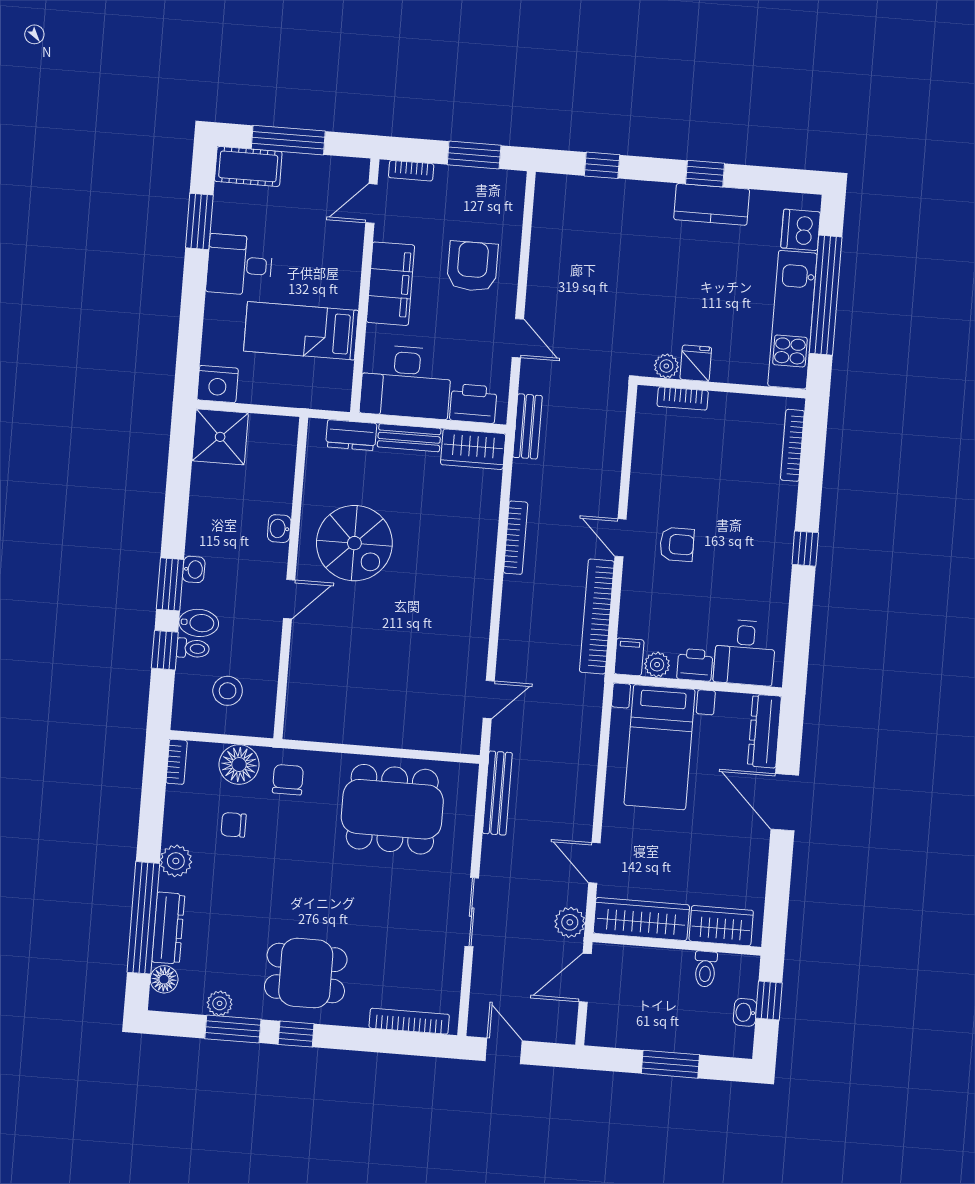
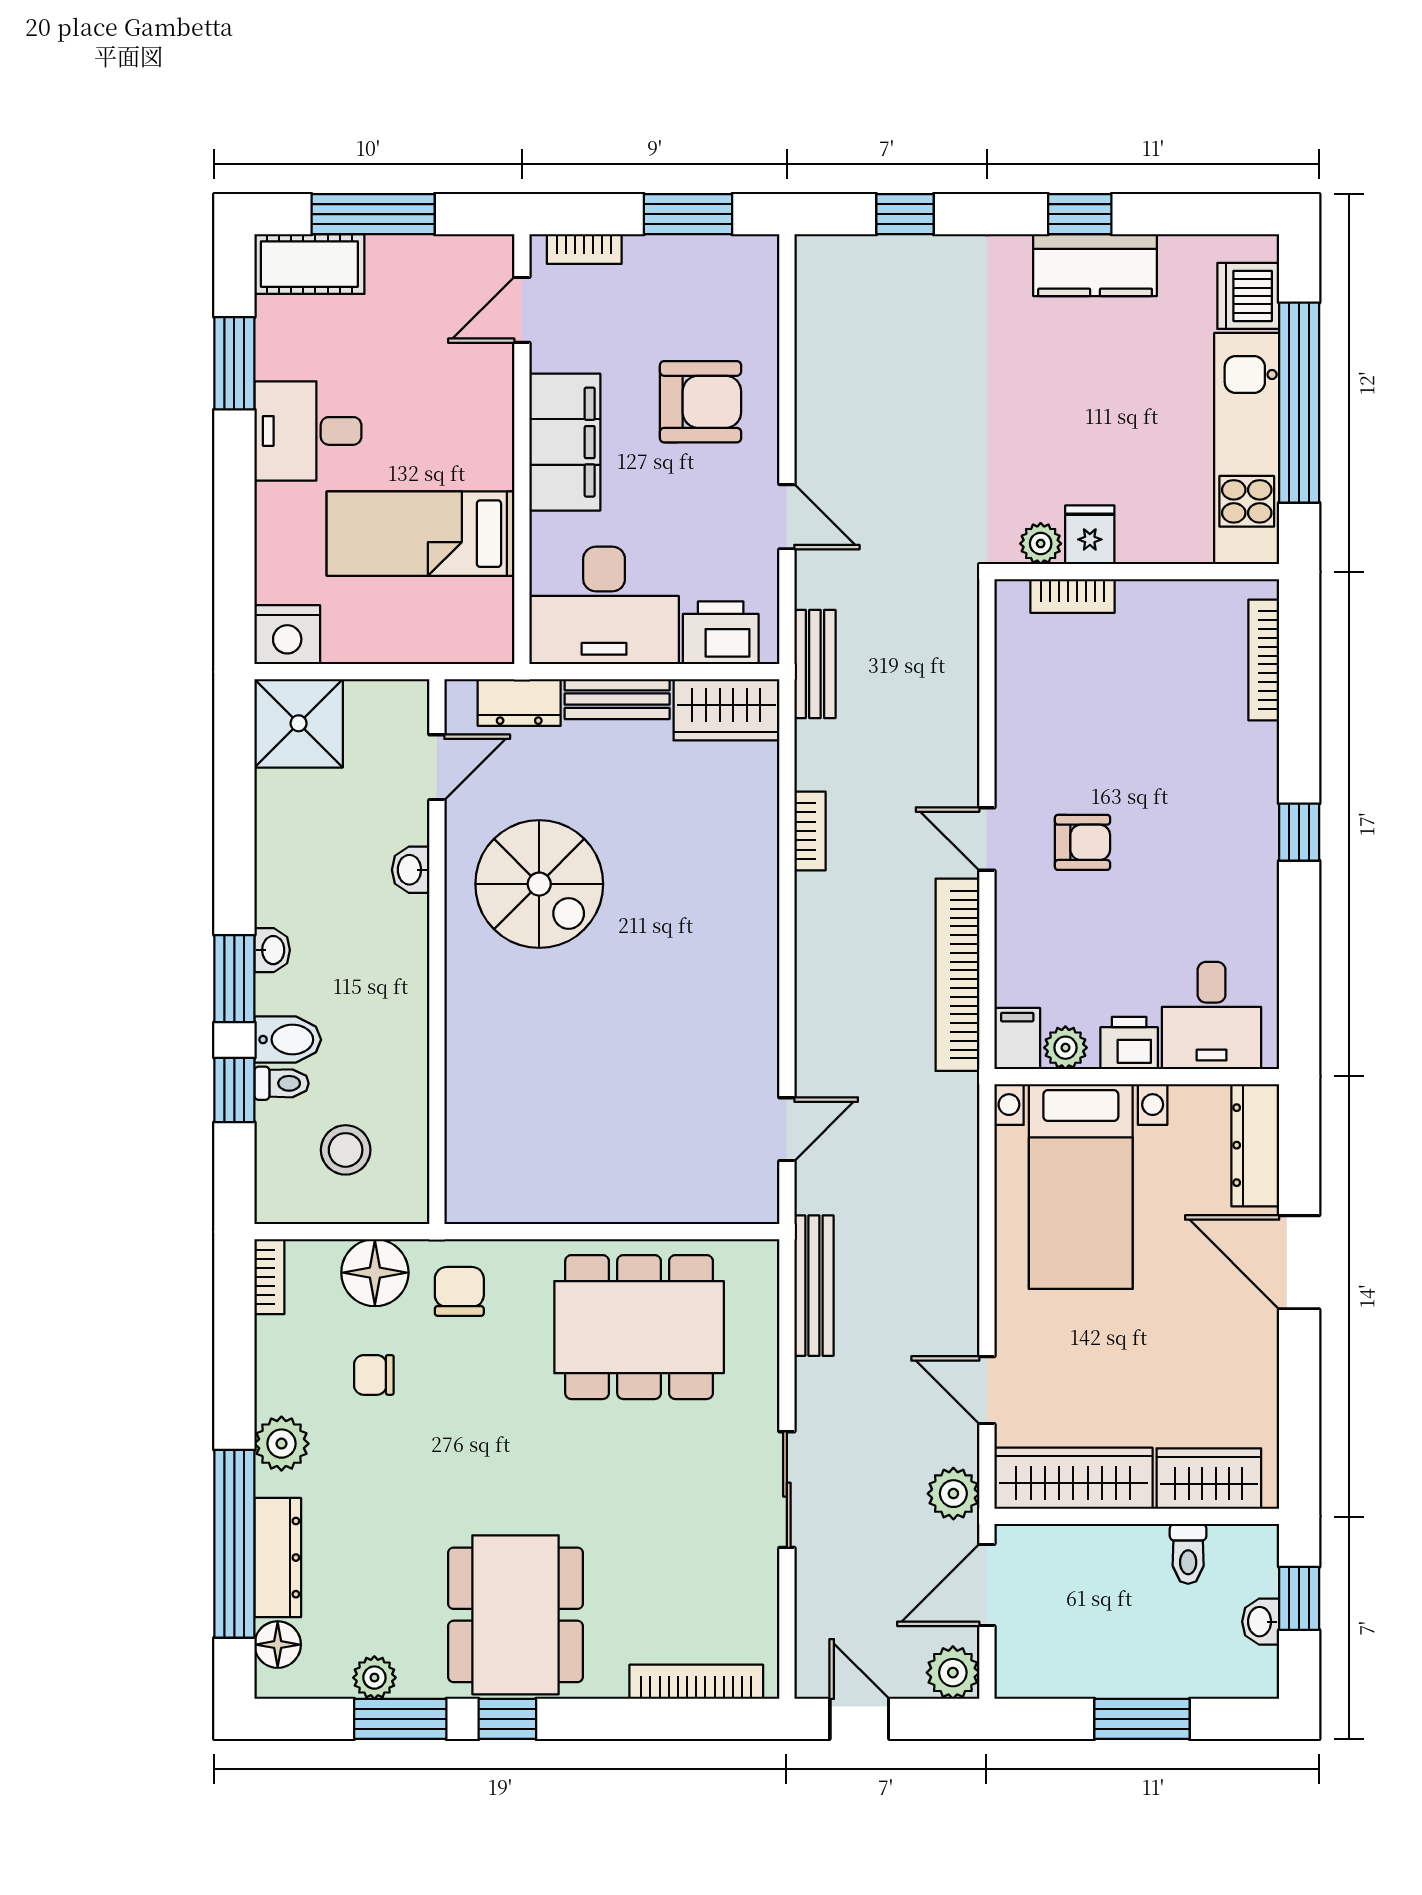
armchair: (472, 266) -> (700, 402), turned 90
bookcase: (516, 538) -> (810, 831), width x0.64
door: (289, 599) -> (437, 767), moved
dining table: (306, 973) -> (516, 1615), width x1.38
plant: (561, 1028) -> (953, 1673), added

